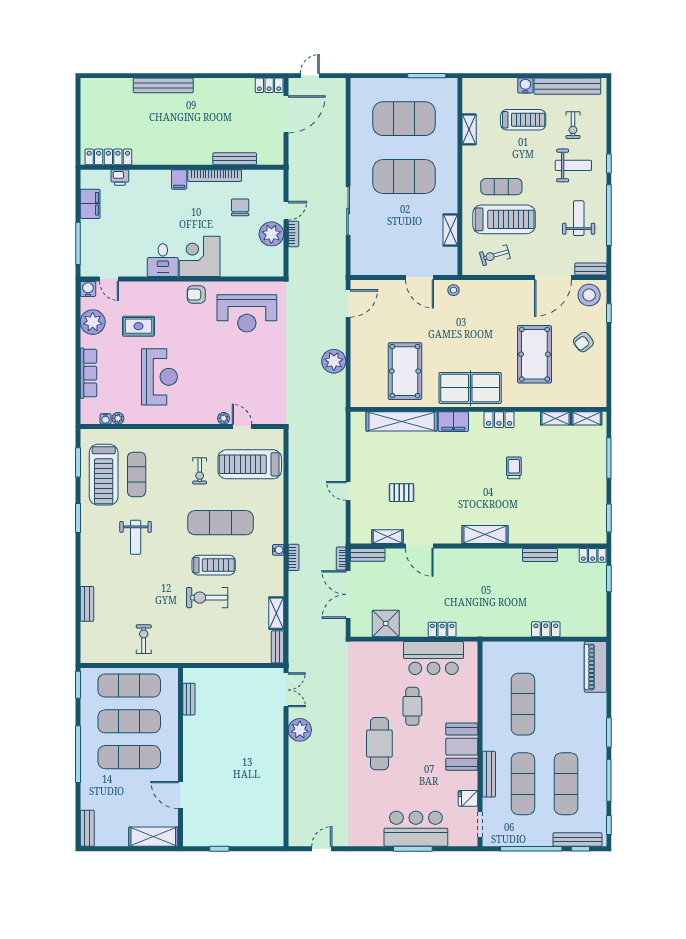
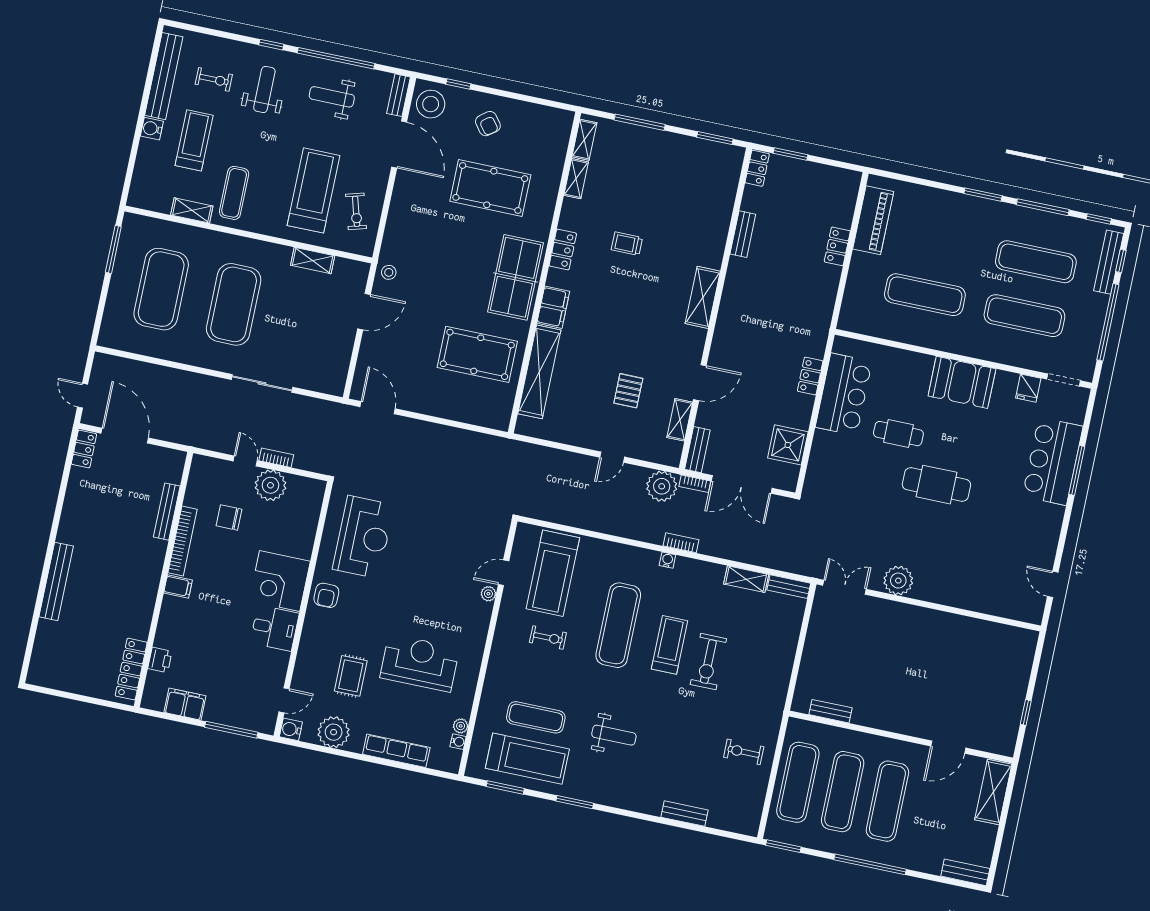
exercise mat: (501, 187) -> (234, 193), moved
plant: (334, 361) -> (662, 486), moved
piano: (596, 667) -> (873, 220), moved, turned -90
bench: (489, 774) -> (1004, 356), removed

